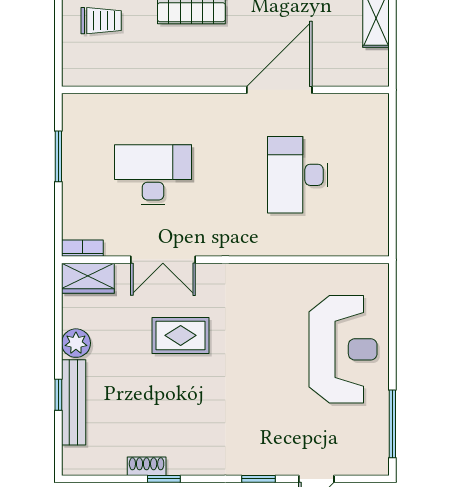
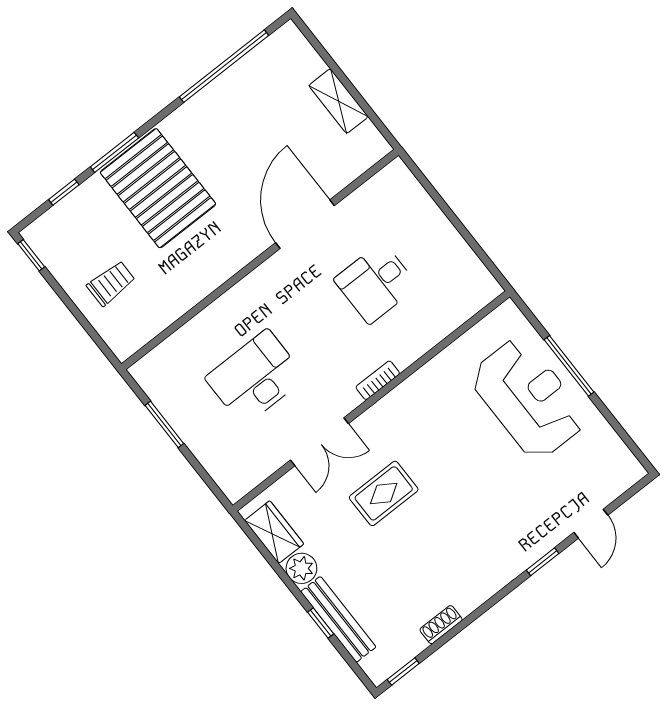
desk: (298, 175) -> (376, 283), width x0.73
bookcase: (82, 248) -> (378, 380), moved
wardrobe: (88, 278) -> (274, 532), moved, turned -90
window: (392, 424) -> (569, 366), moved
window: (164, 479) -> (403, 671), moved

